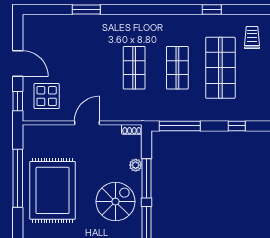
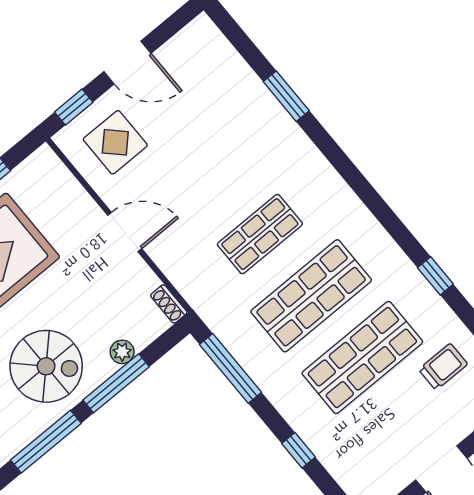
door: (18, 64) -> (127, 62), hinge flipped
shop shelf: (177, 68) -> (311, 296), width x1.43, depth x1.36

